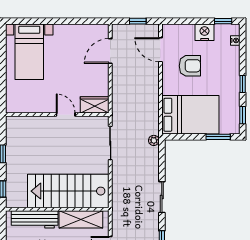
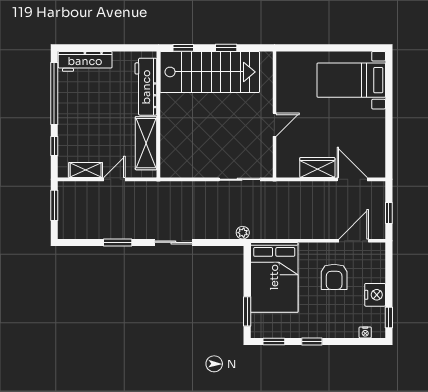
wardrobe: (95, 105) -> (317, 167), moved, turned -90
stairs: (68, 191) -> (210, 72), moved, turned 90

